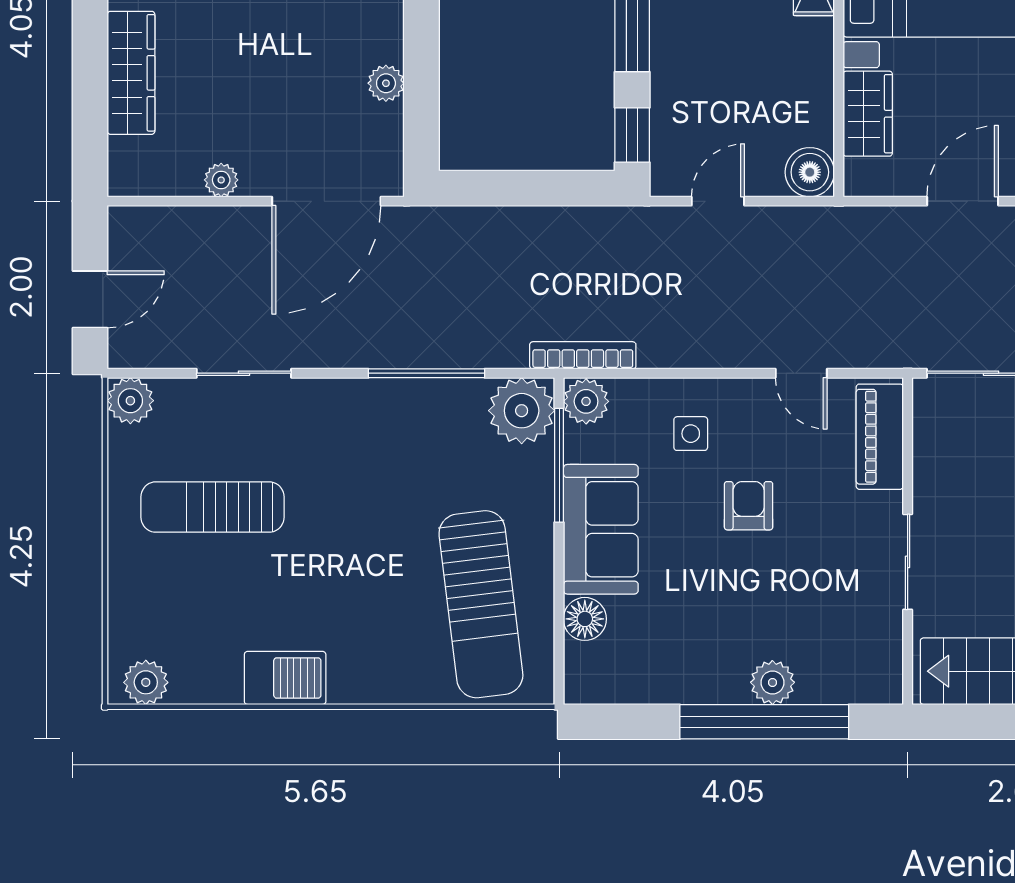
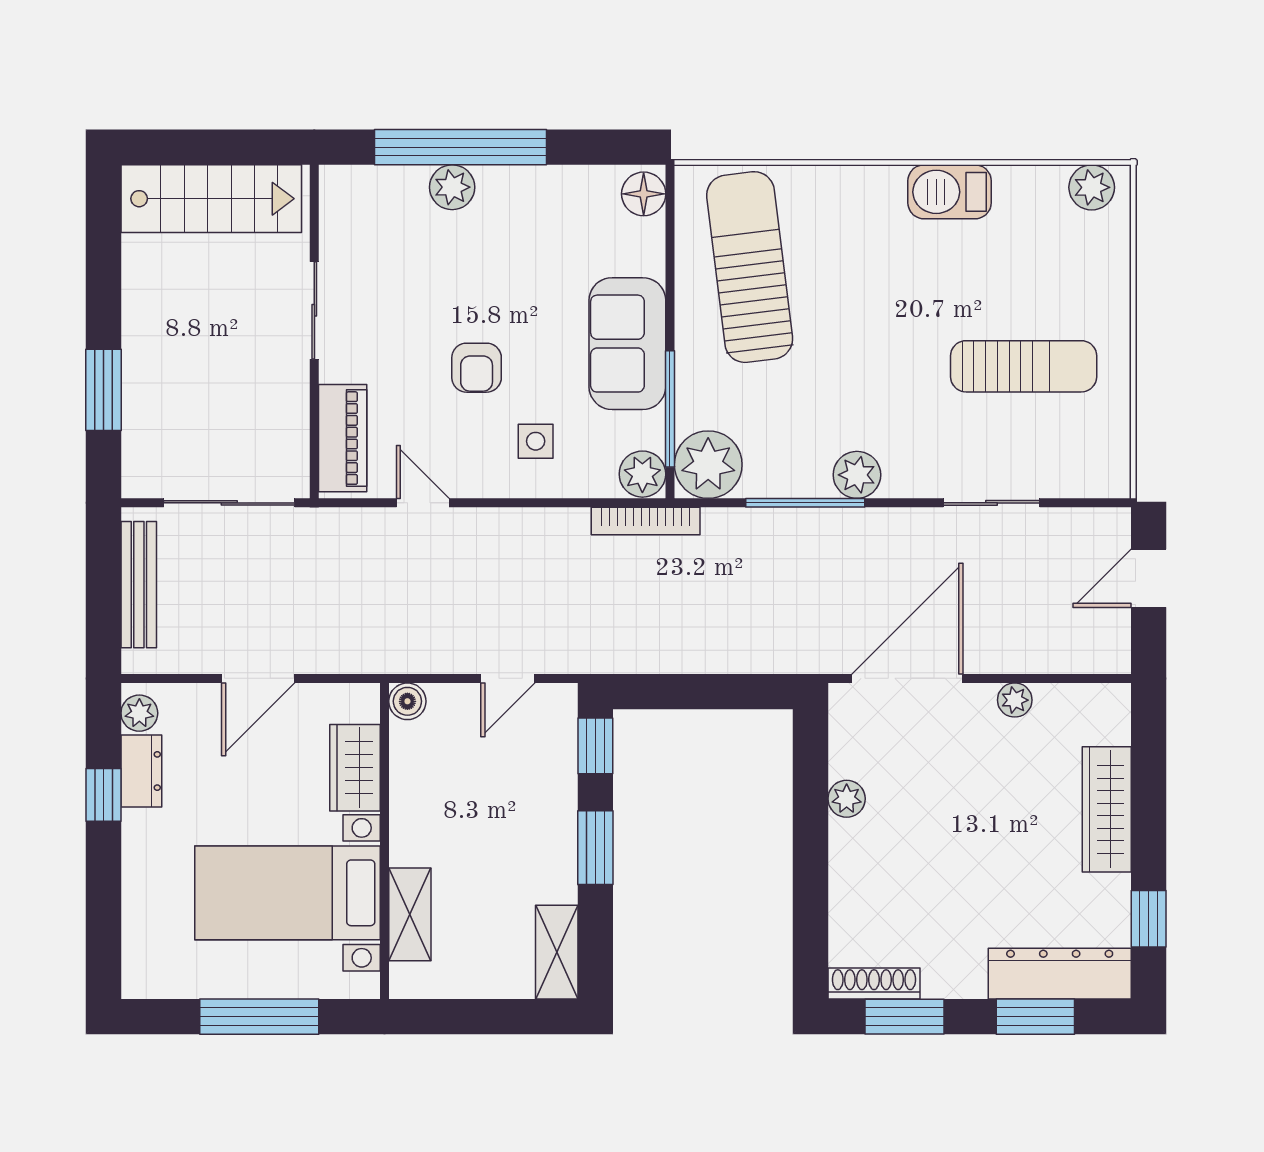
boiler: (810, 172) -> (407, 701), width x0.73, depth x0.73
plant: (130, 401) -> (857, 475), moved
floor lamp: (585, 619) -> (644, 194), moved

